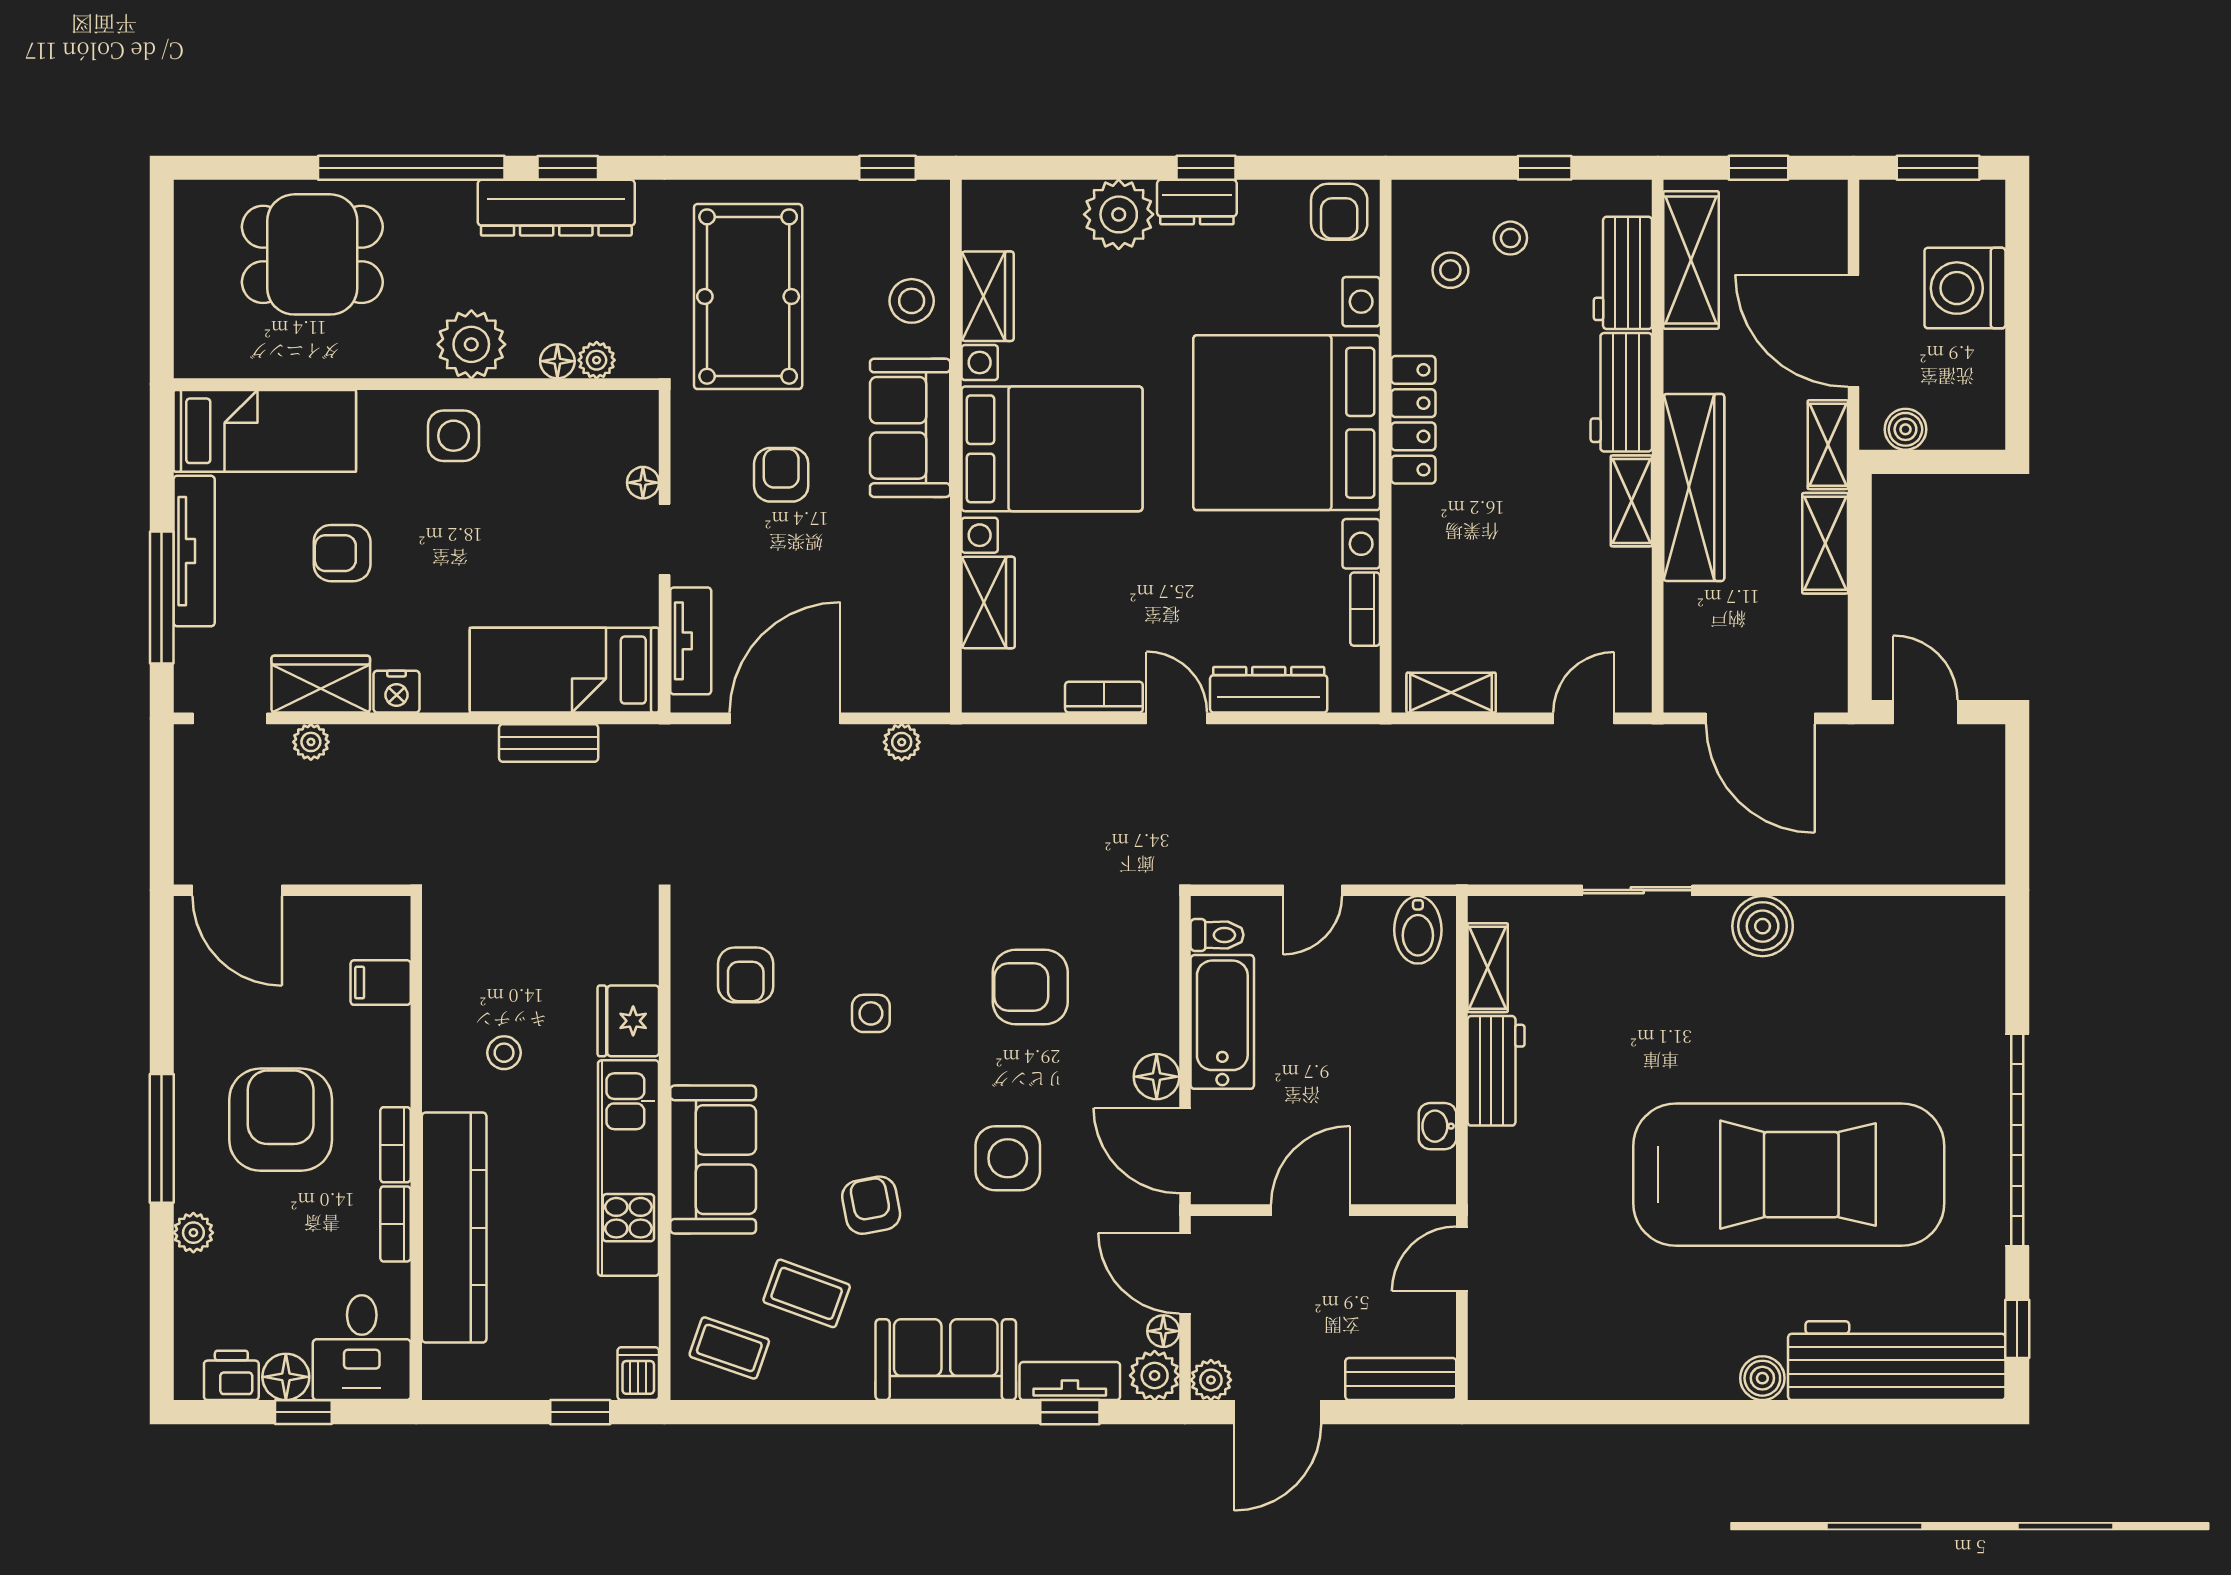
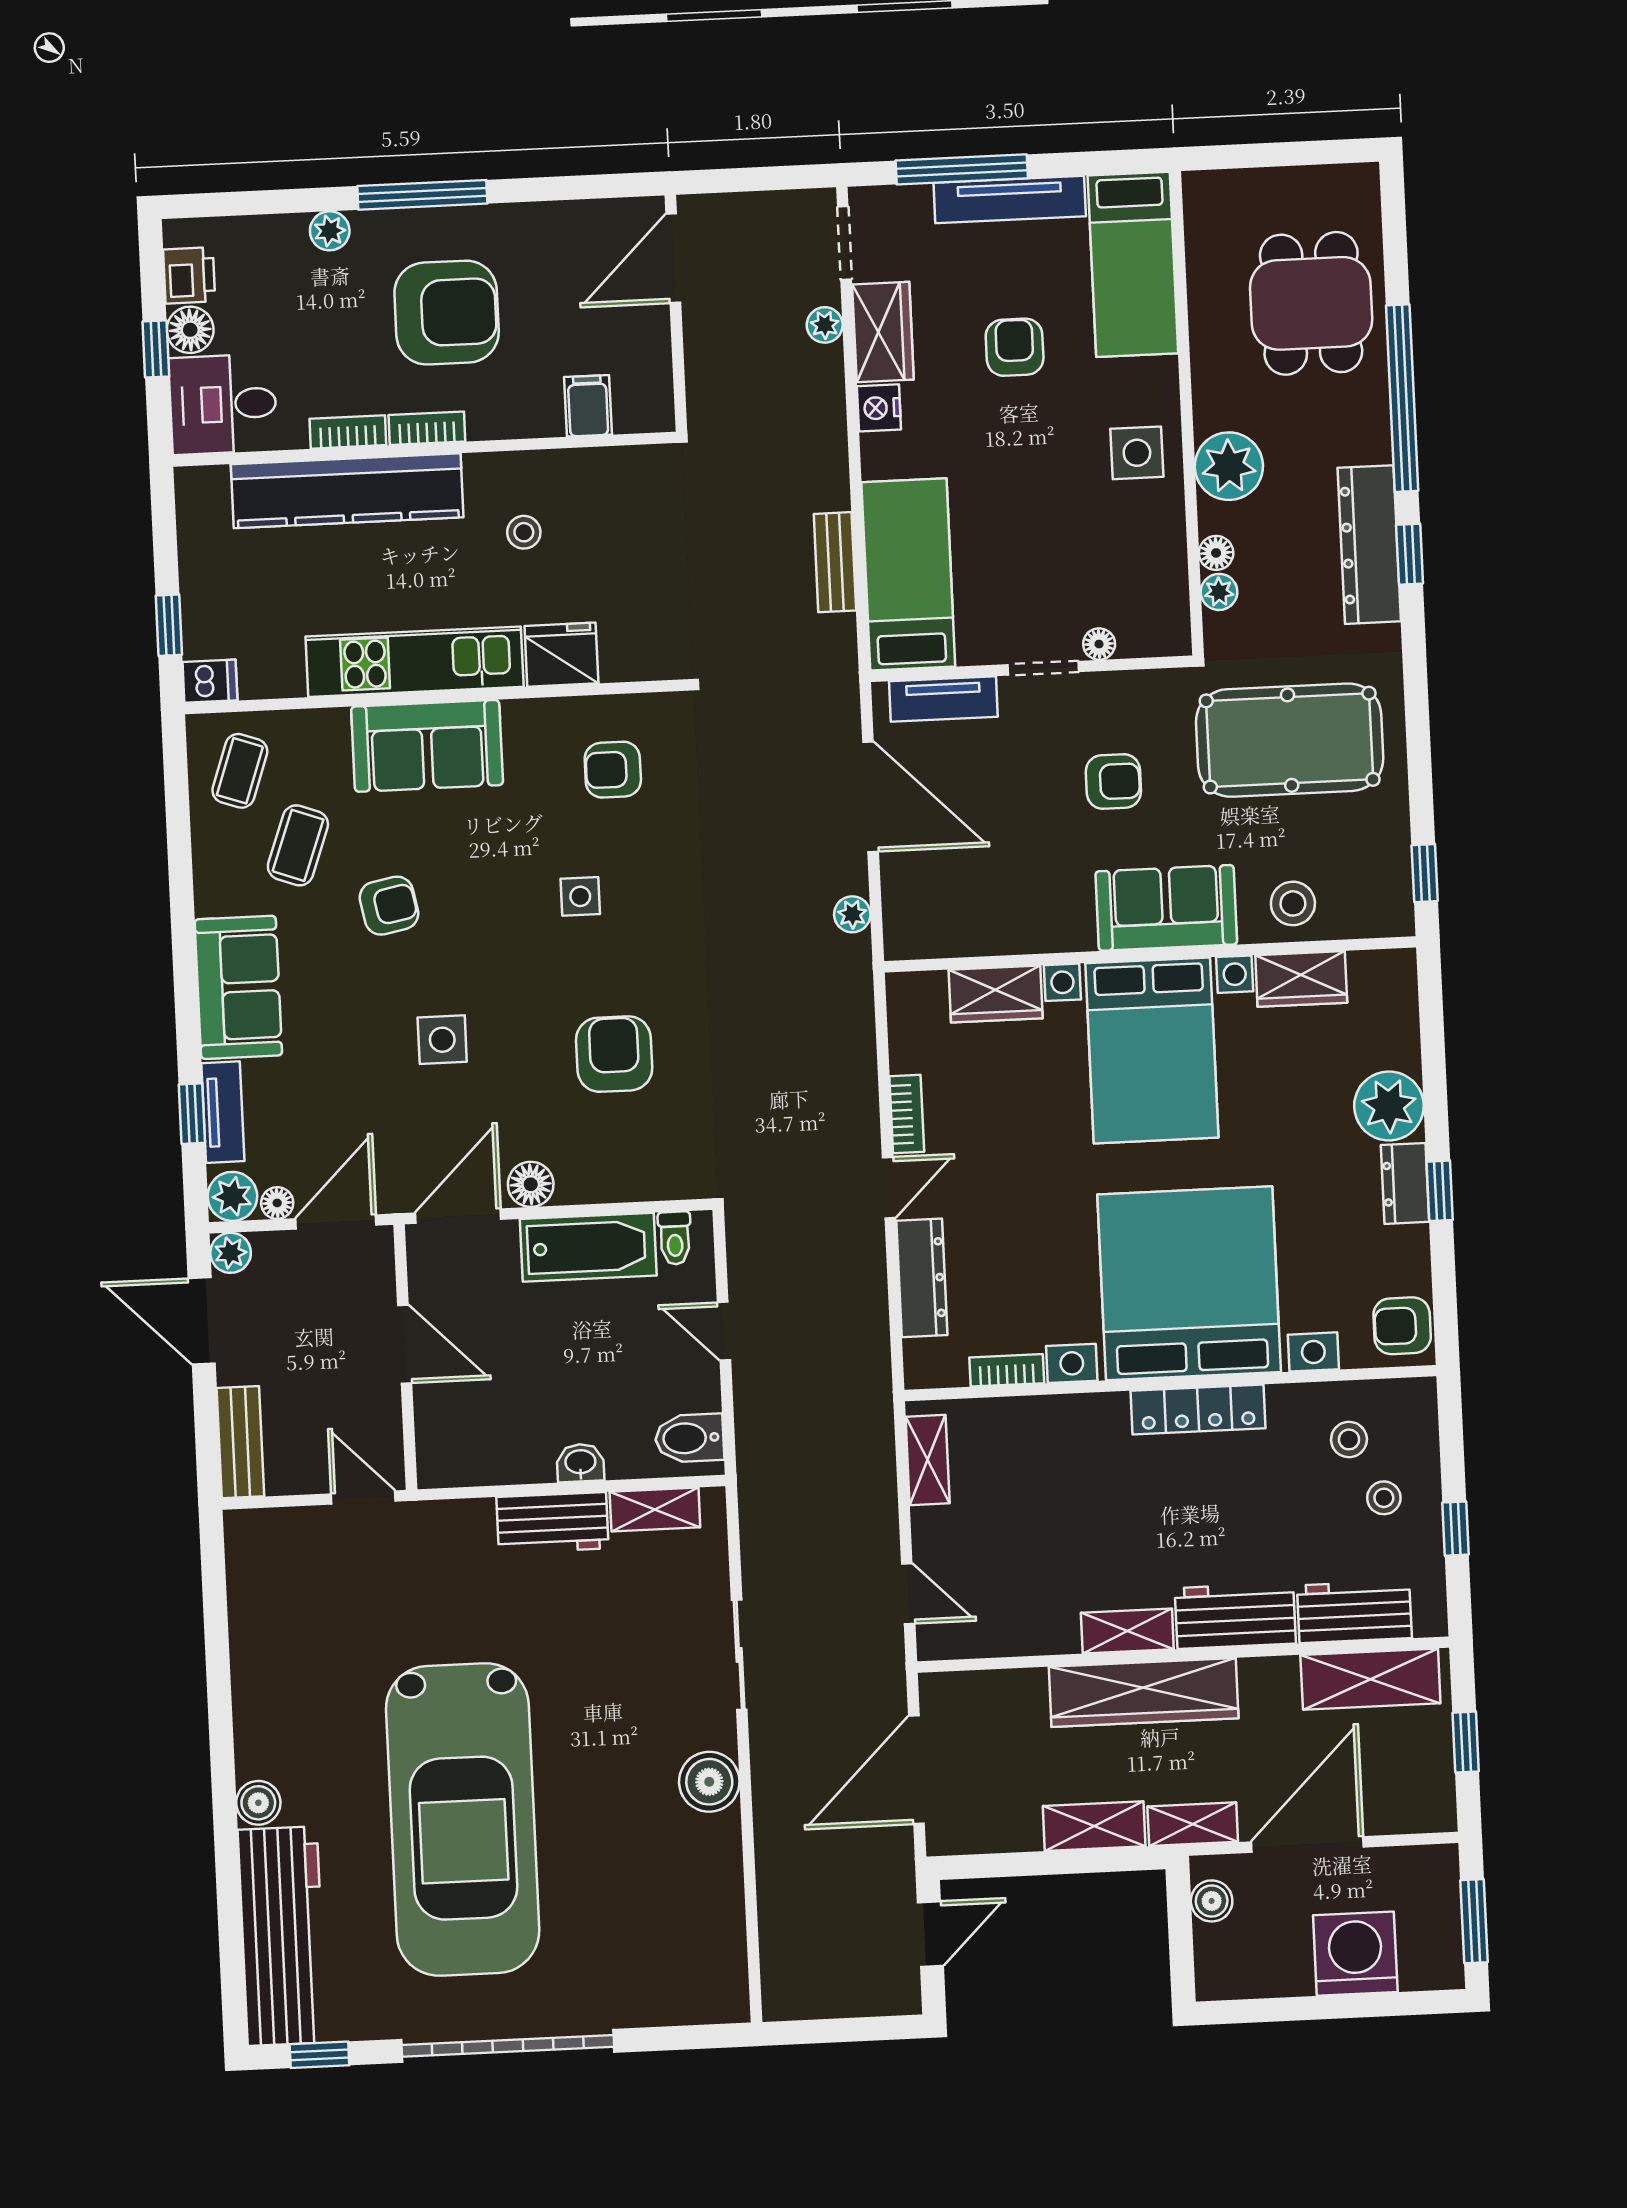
washbasin: (1437, 1126) -> (580, 1463), moved
side table: (1008, 1158) -> (442, 1040), width x0.73, depth x0.73

